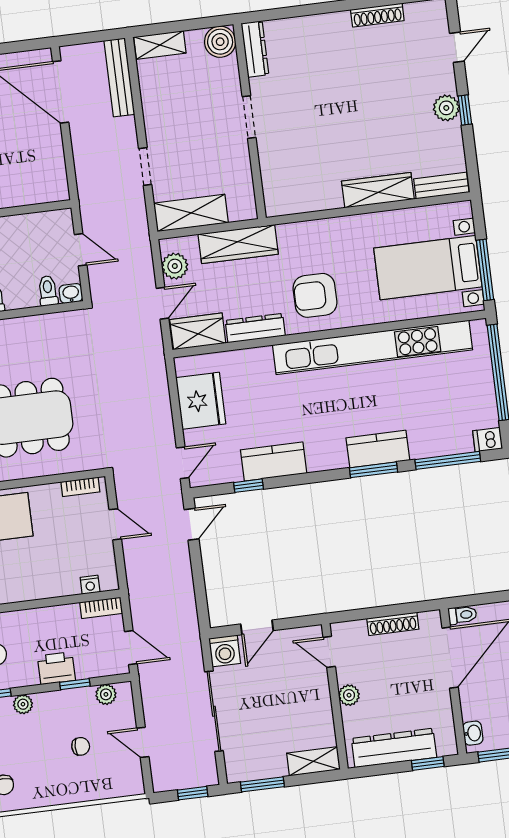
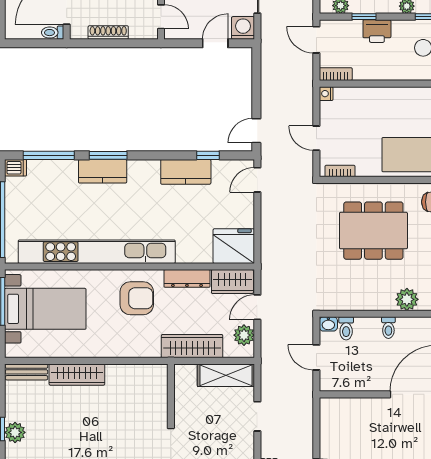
fridge: (201, 401) -> (234, 246), moved, turned 90
nightstand: (90, 585) -> (326, 94), moved, turned -90

